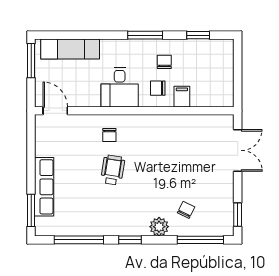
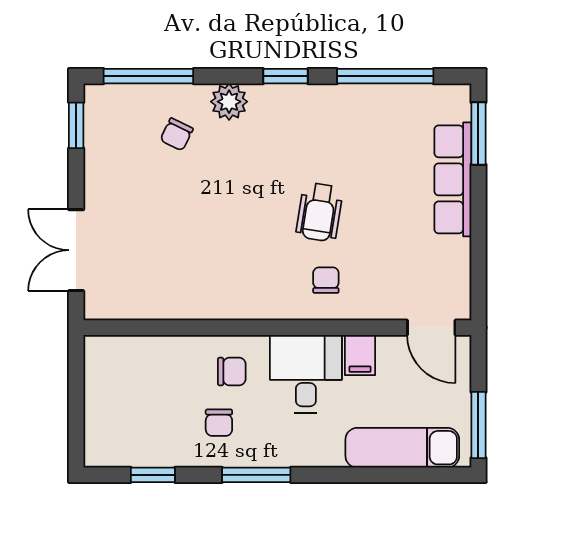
filing cabinet: (182, 97) -> (360, 355), moved

